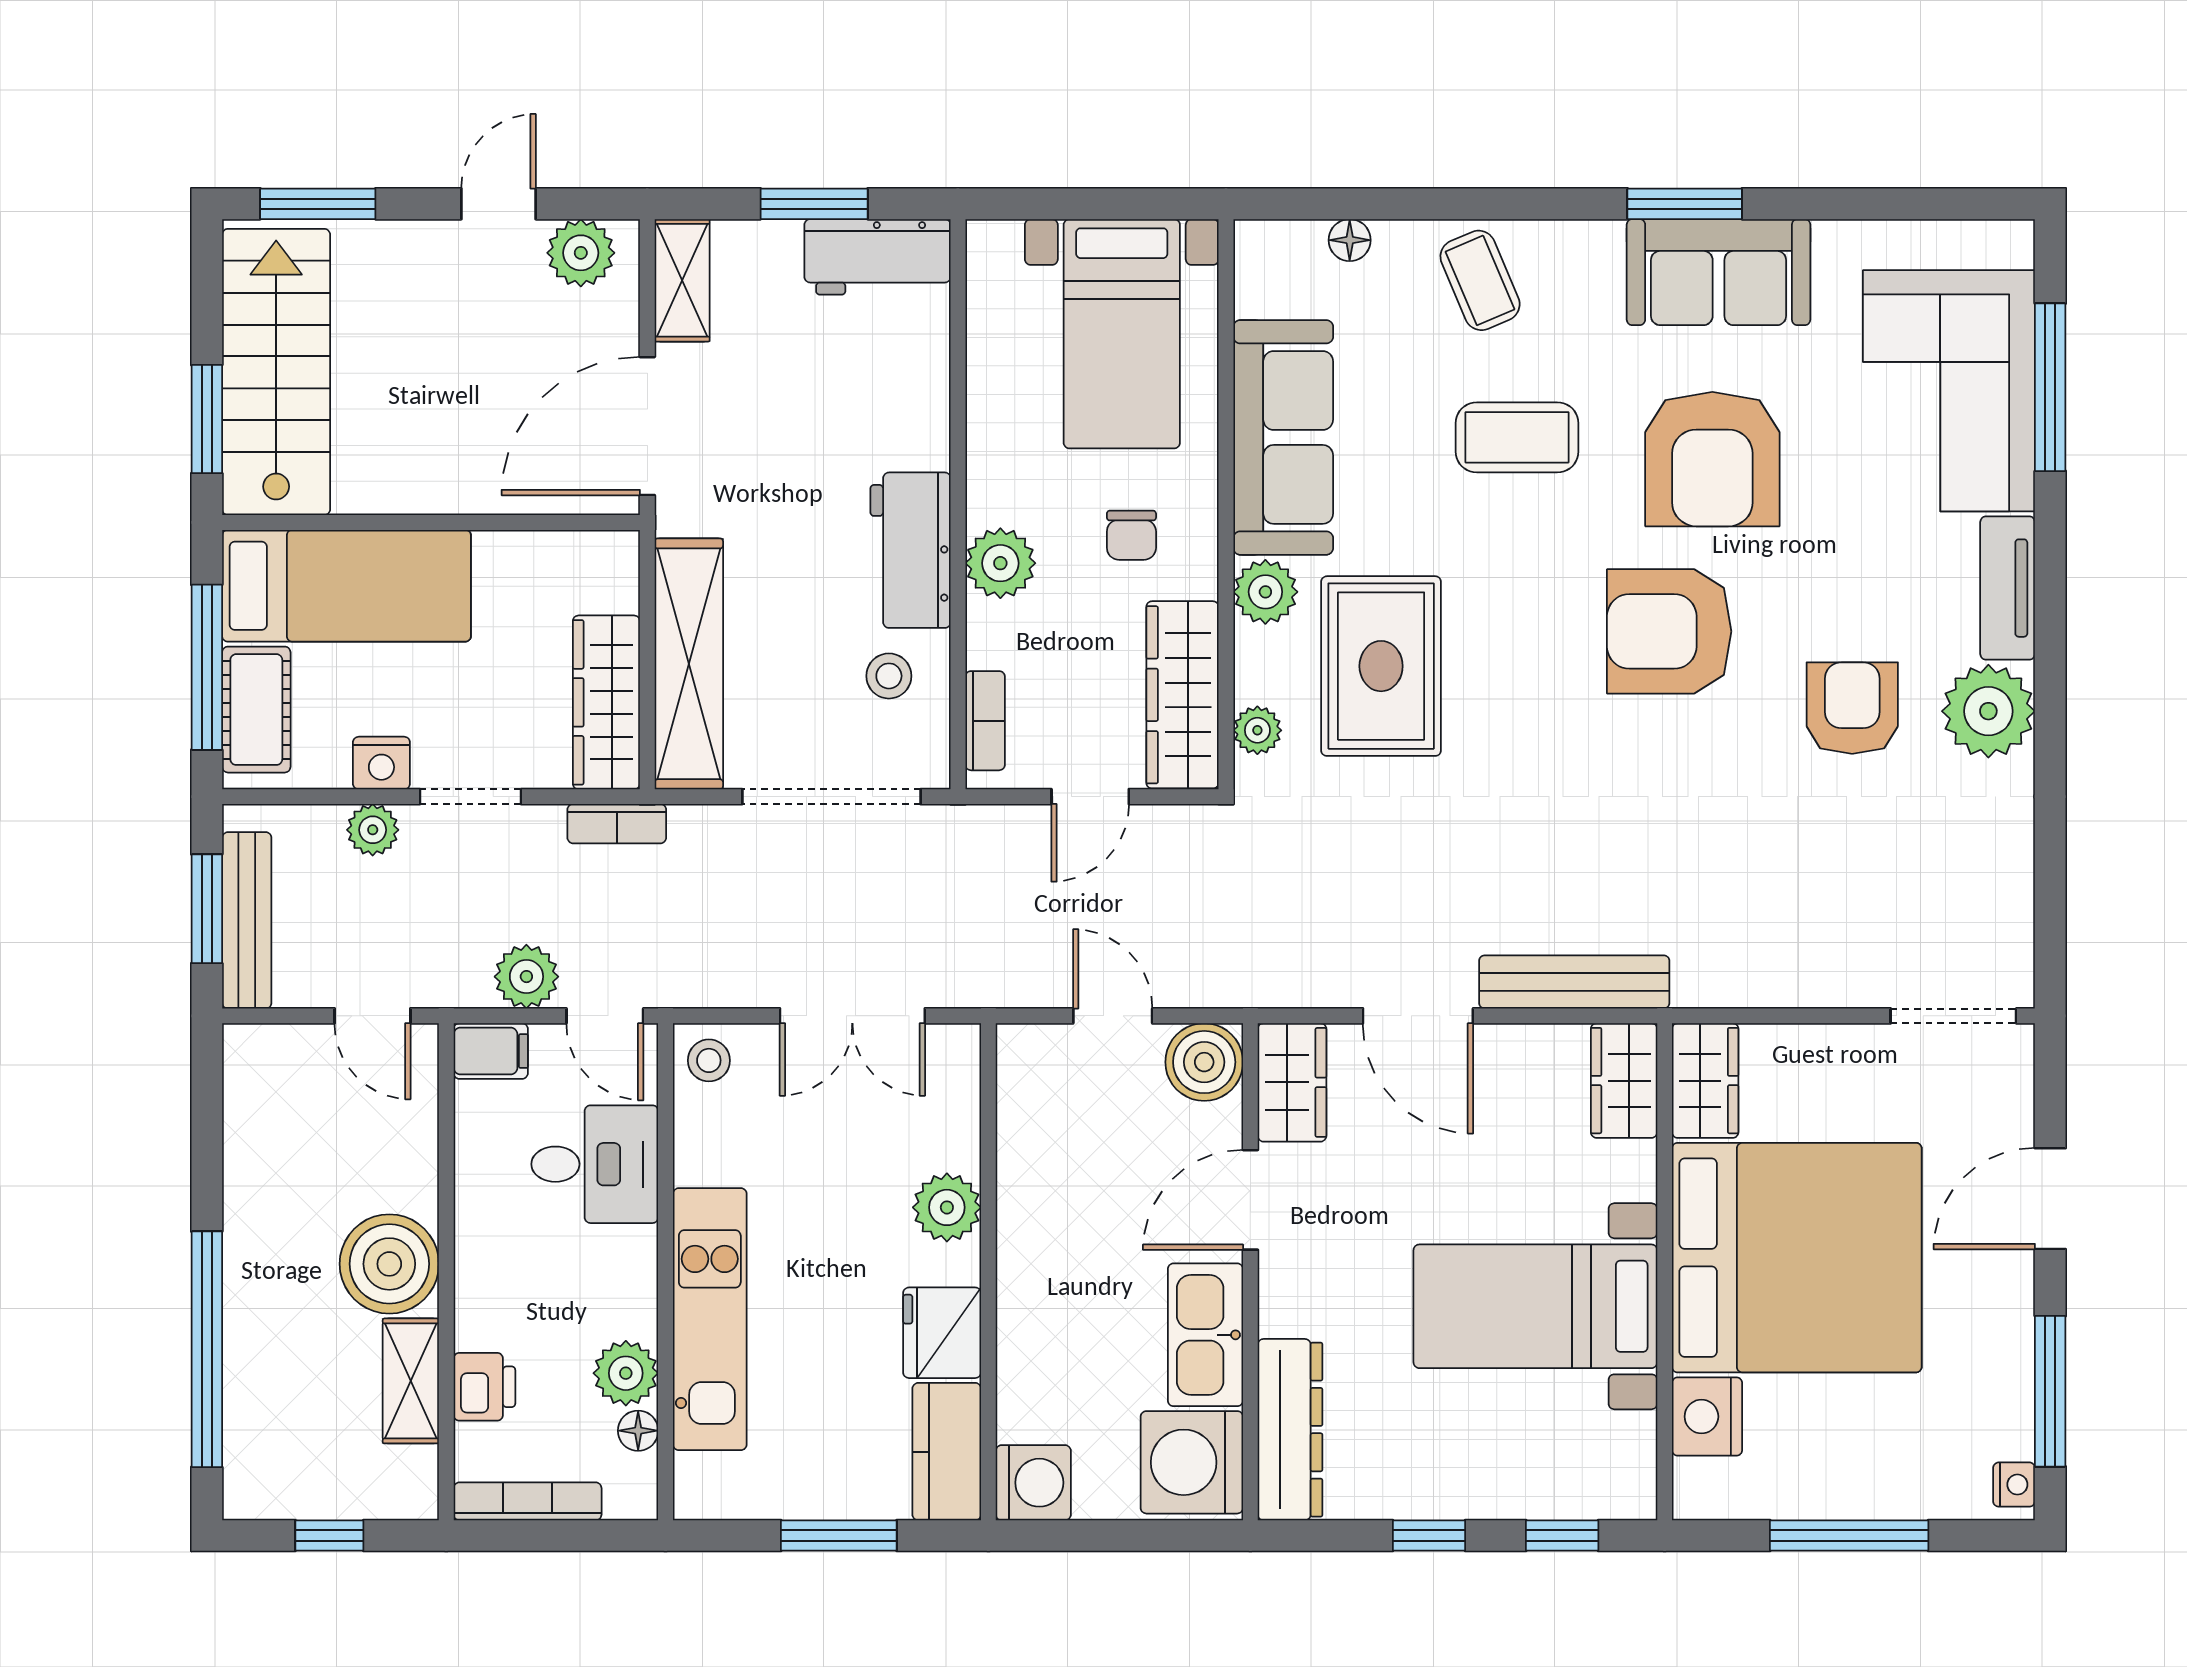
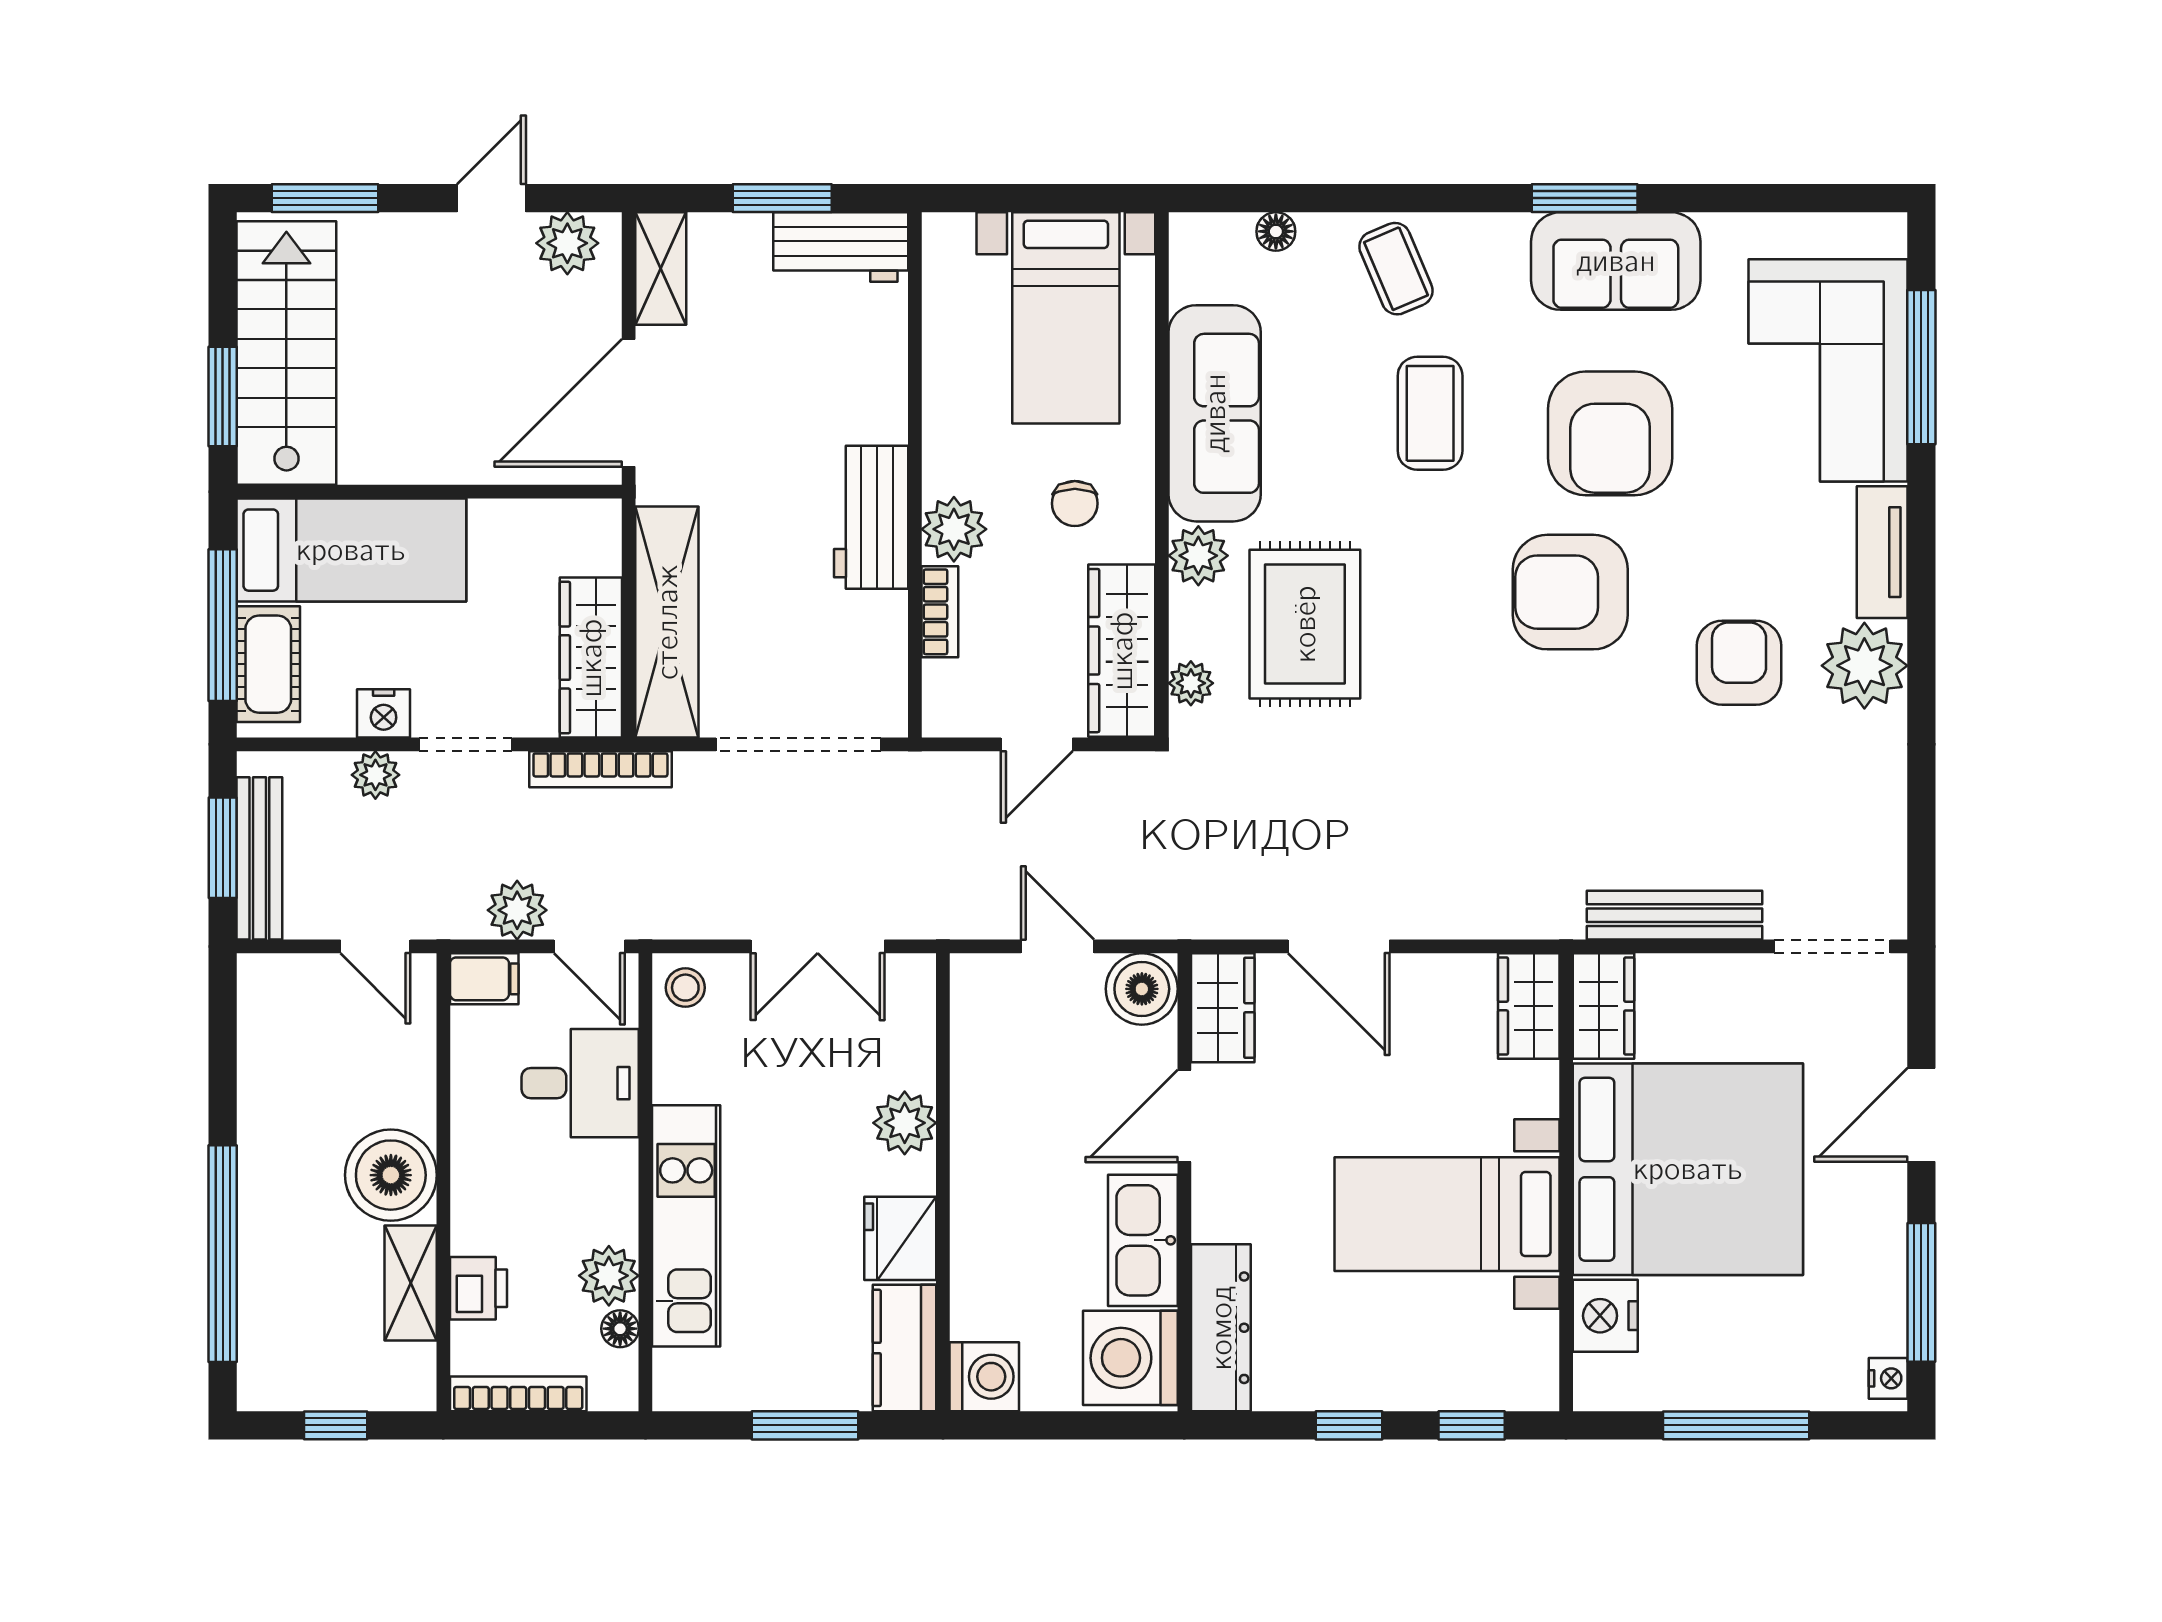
coffee table: (1517, 437) -> (1430, 413), turned 90
stool: (889, 676) -> (851, 633), removed
bookcase: (985, 721) -> (940, 612), moved
bookcase: (617, 824) -> (600, 769), width x1.56
bench: (1574, 982) -> (1675, 915), moved

